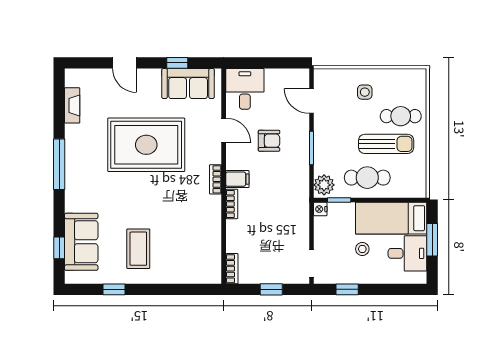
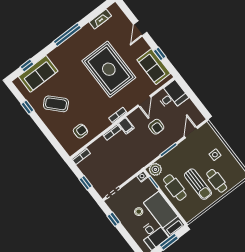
armchair: (199, 244) -> (80, 131), added
coffee table: (138, 249) -> (56, 104), turned 46

